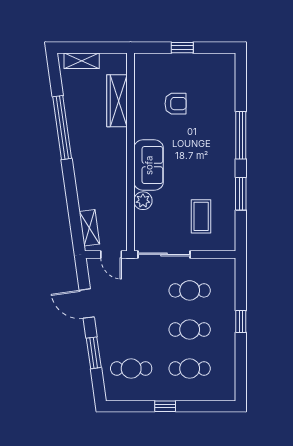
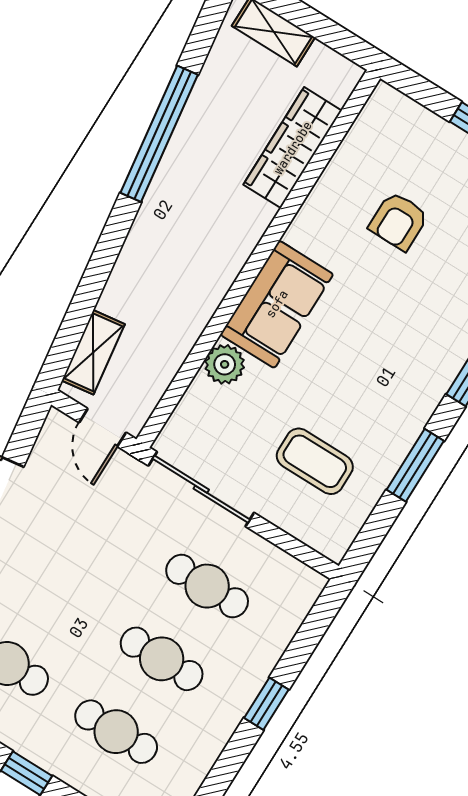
armchair: (175, 104) -> (398, 221), turned 90
coffee table: (201, 216) -> (315, 461), turned 90

